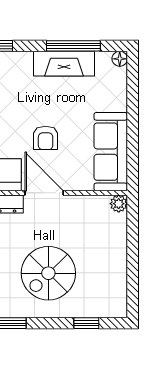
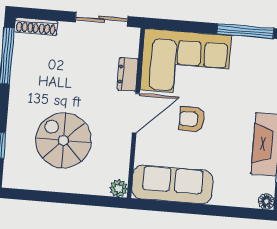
spiral stairs: (48, 273) -> (63, 140), moved

